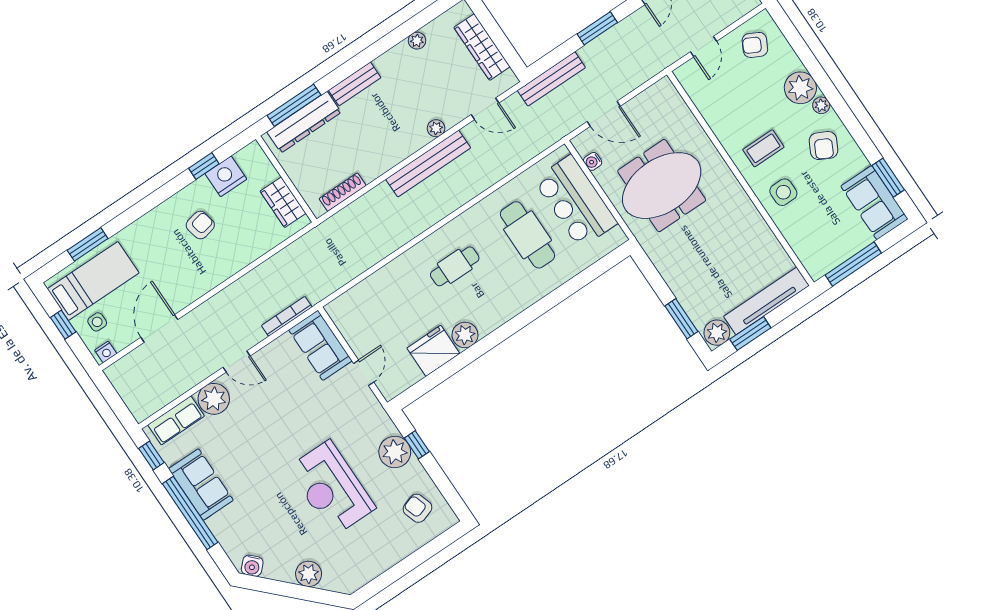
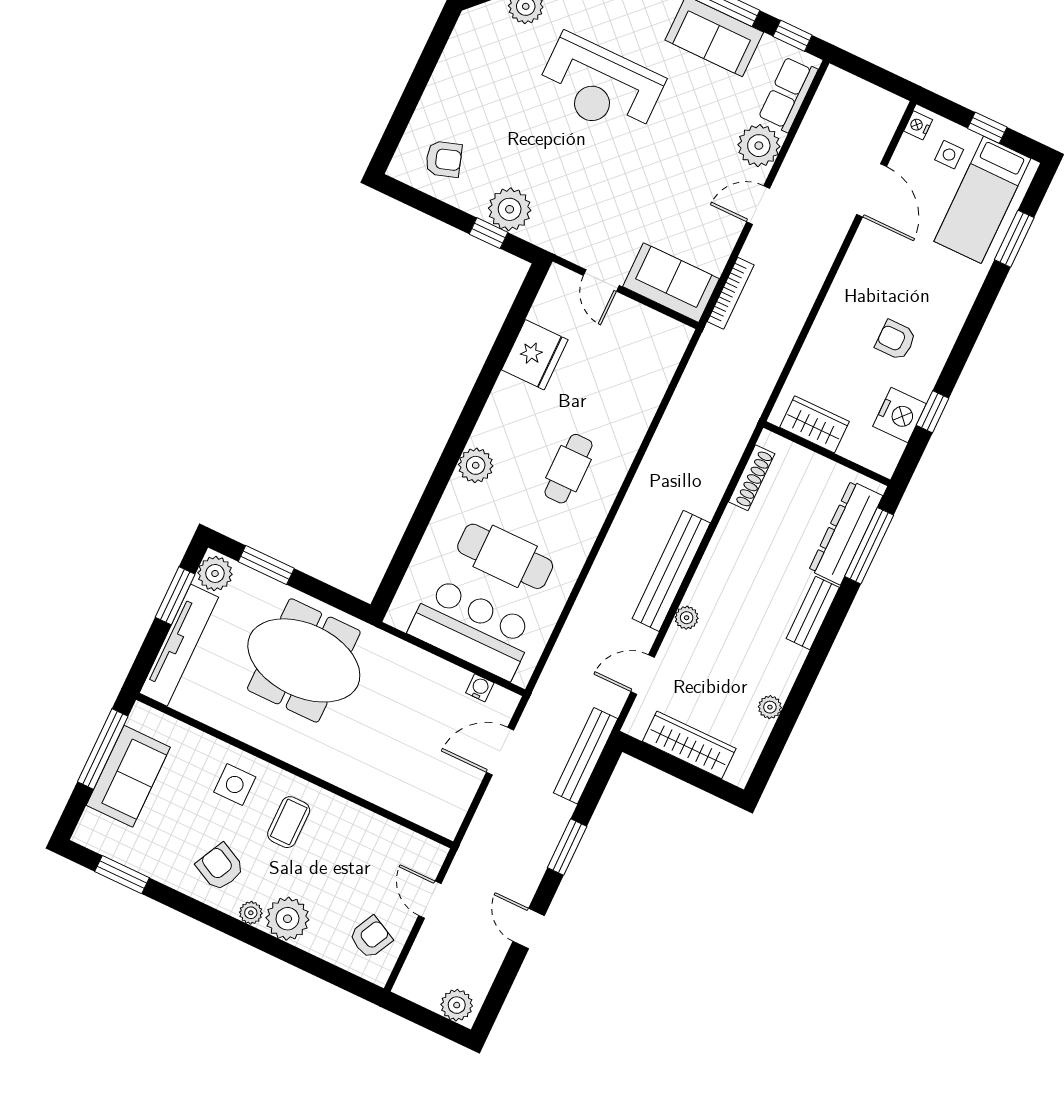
meeting table: (662, 186) -> (304, 660), moved, turned 90
sofa: (874, 203) -> (128, 776), moved, turned 90
armchair: (200, 225) -> (896, 340), turned 102
plant: (465, 335) -> (476, 465), moved
reception desk: (331, 488) -> (600, 86), moved, turned 180

